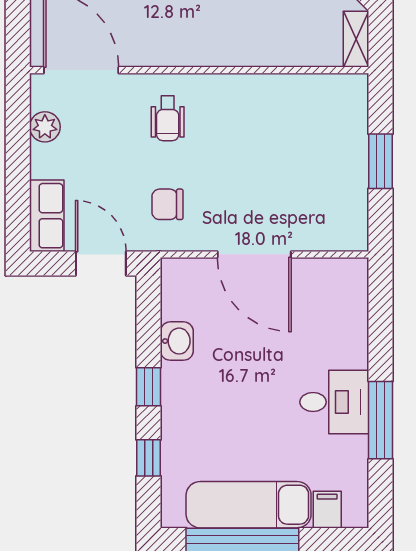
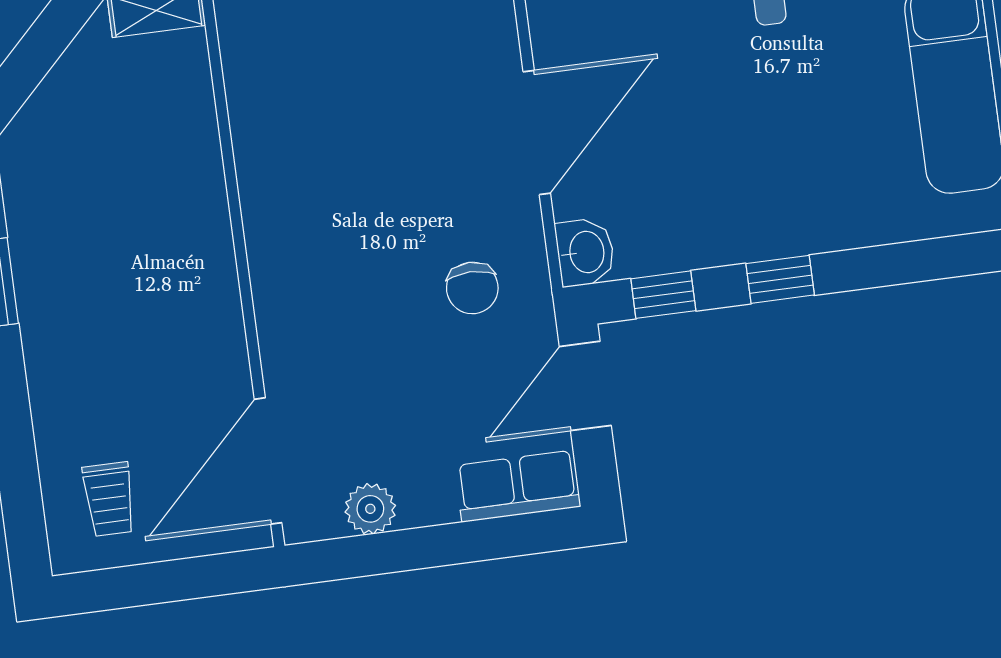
wheelchair: (168, 118) -> (329, 306), removed
washbasin: (177, 341) -> (585, 252), moved, turned 90
window: (149, 458) -> (663, 295), moved

